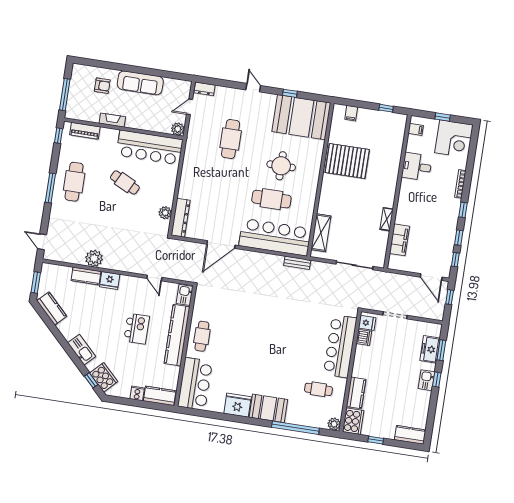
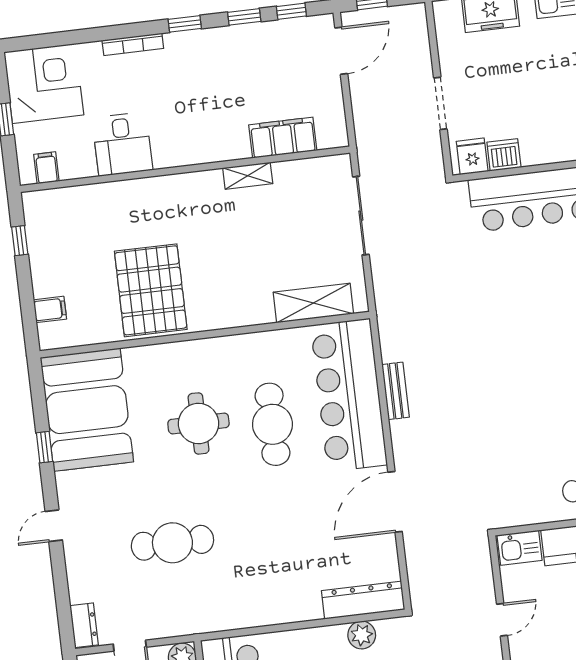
door: (221, 245) -> (395, 502), swing flipped
bench: (297, 263) -> (396, 391), moved

